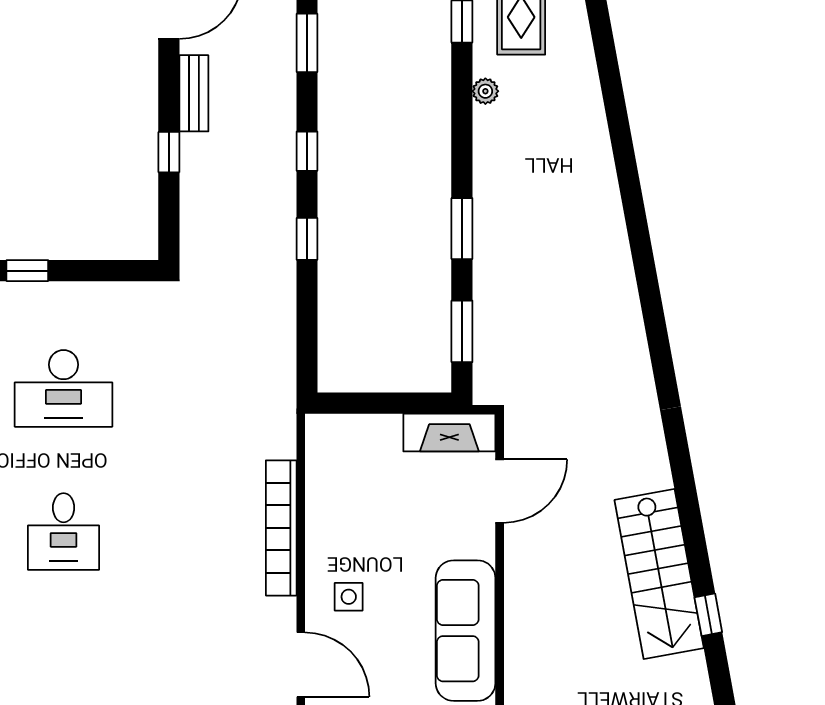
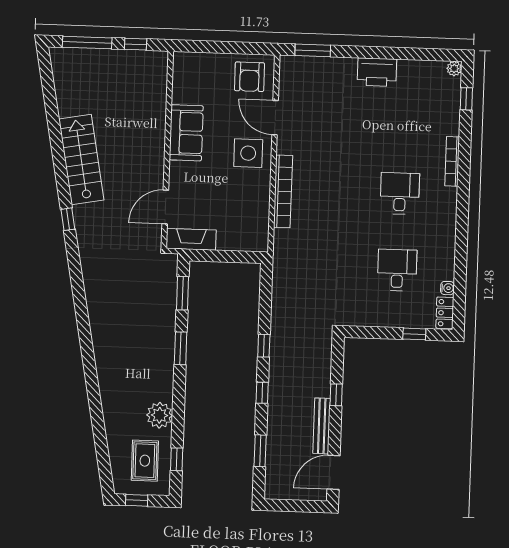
plant: (485, 91) -> (160, 415), width x1.87, depth x1.87
bench: (194, 93) -> (322, 426), width x1.36
desk: (64, 388) -> (397, 270), width x0.73
side table: (349, 597) -> (248, 153), width x1.87, depth x1.87
window: (708, 615) -> (68, 219), moved
sofa: (466, 631) -> (186, 133), width x0.73

